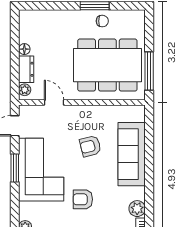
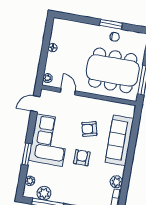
dresser: (26, 69) -> (51, 63), removed
window: (15, 168) -> (27, 154), moved
armchair: (83, 199) -> (82, 158), moved, turned 90

